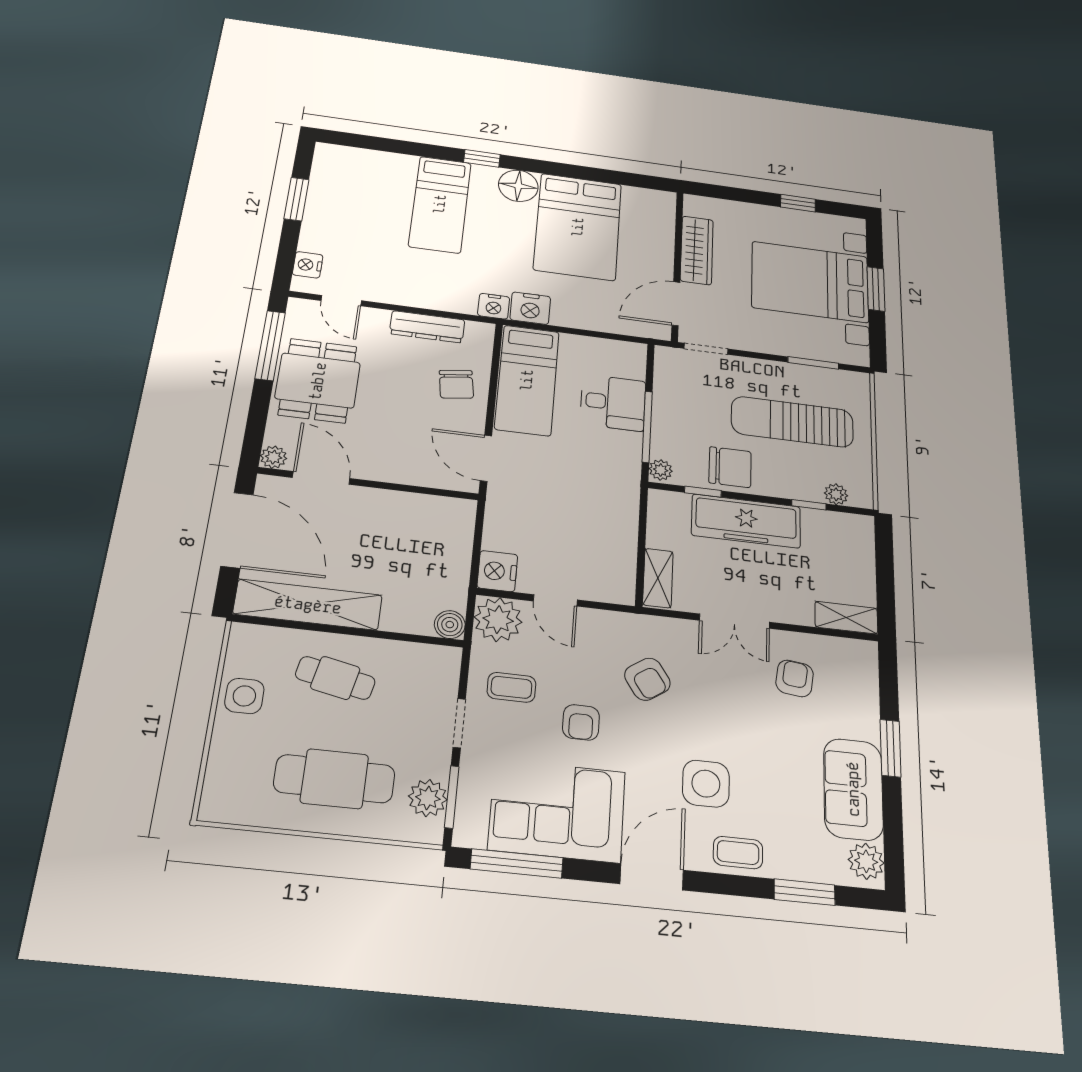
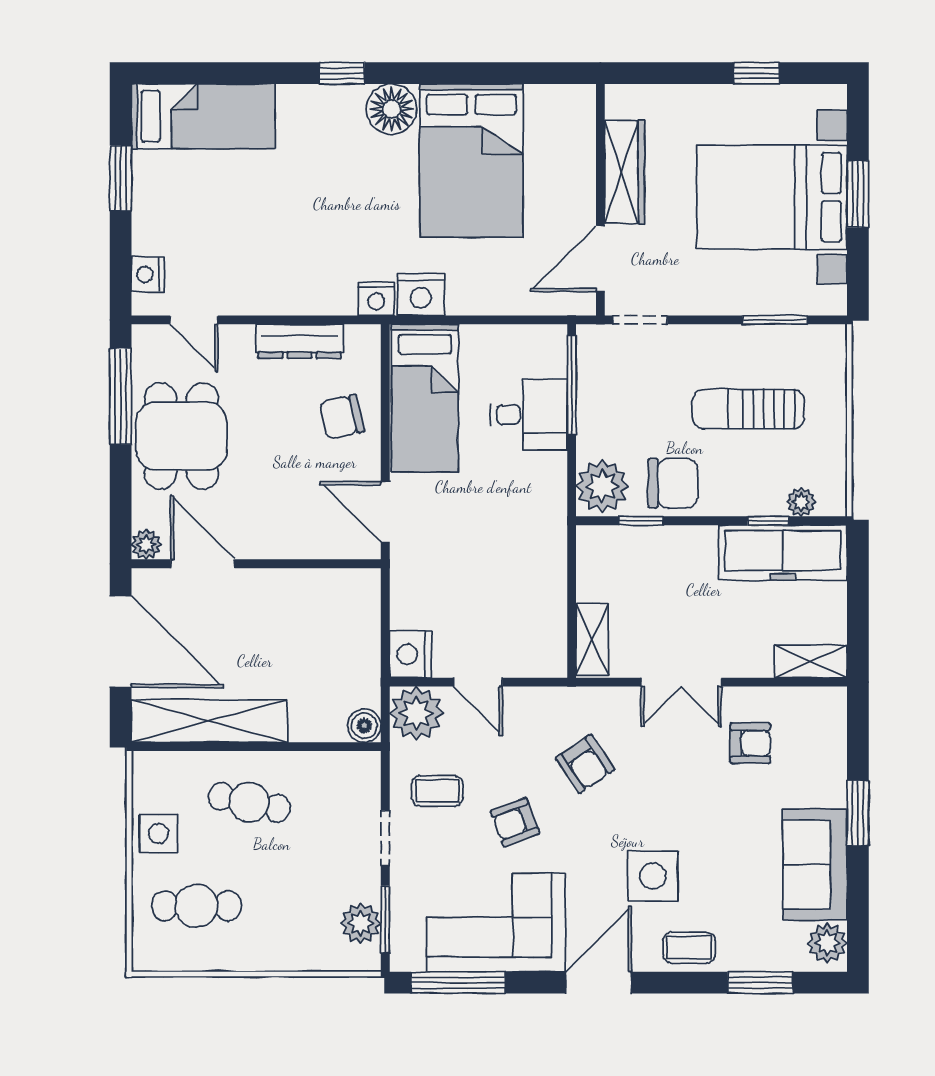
bed: (440, 204) -> (203, 116), moved, turned -90
chair: (456, 384) -> (342, 417), turned 85
sun lounger: (792, 422) -> (748, 409), width x0.73, depth x0.75
window: (647, 427) -> (572, 385), moved
plant: (661, 470) -> (602, 486), width x1.88, depth x1.88
freezer: (746, 521) -> (783, 553), moved
armchair: (795, 678) -> (750, 743), turned 83
armchair: (581, 722) -> (515, 822), turned 69
cafe table: (334, 779) -> (196, 906), moved, width x0.73, depth x0.74

